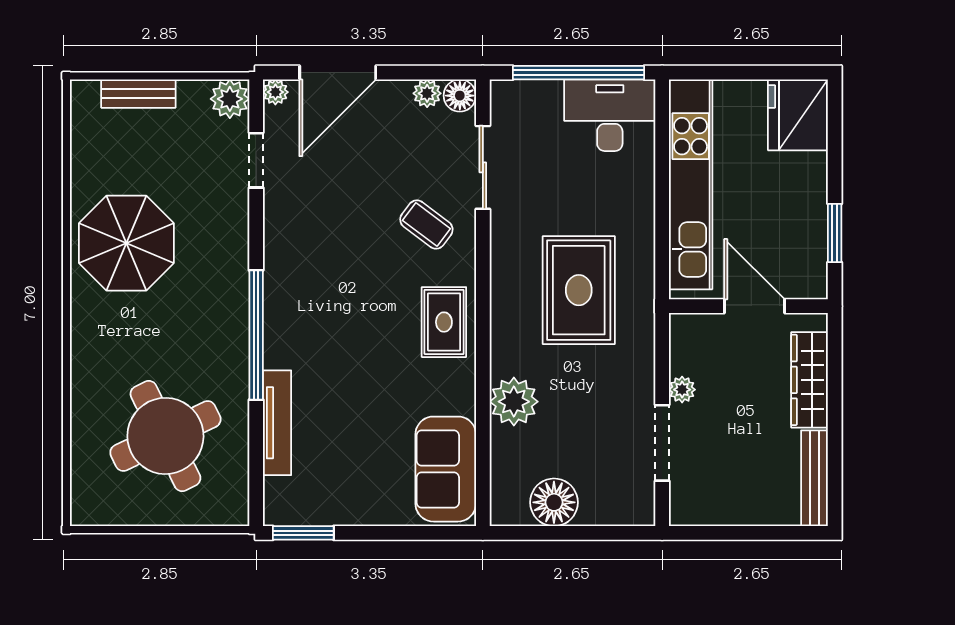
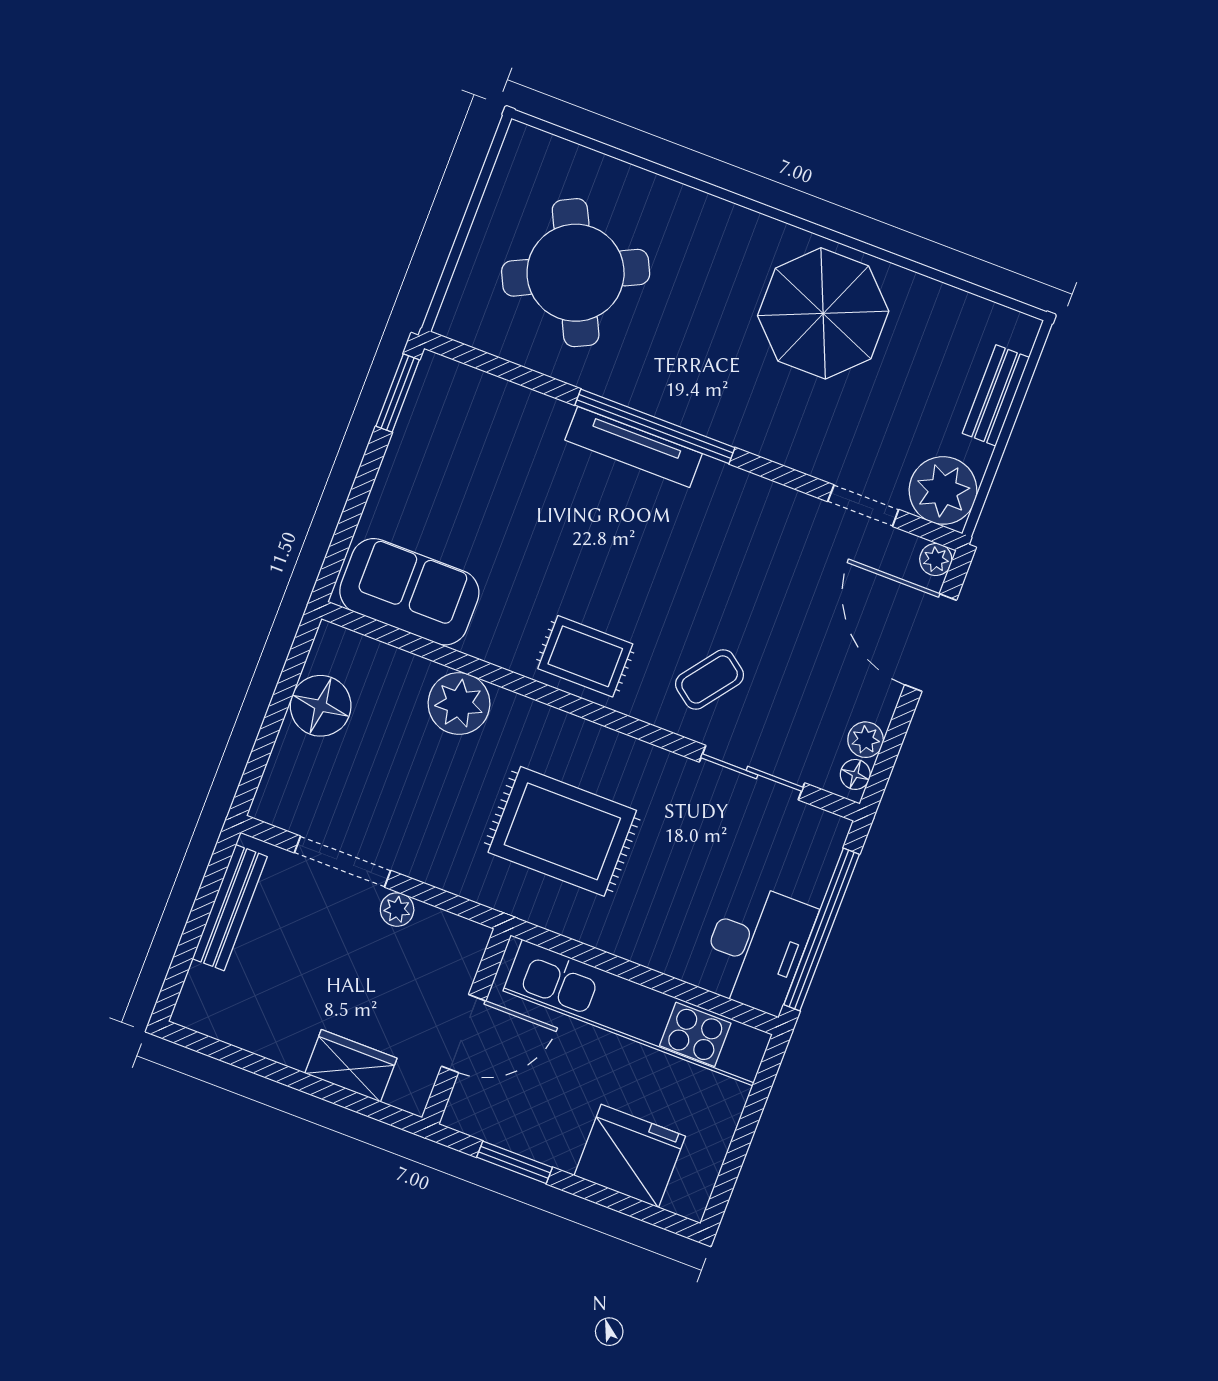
floor lamp: (460, 96) -> (855, 774), width x0.73, depth x0.73
plant: (230, 99) -> (943, 490), width x1.36, depth x1.36
fridge: (798, 115) -> (630, 1156), moved
wardrobe: (810, 380) -> (351, 1066), width x0.67
tv unit: (277, 423) -> (634, 447), moved
bench: (815, 478) -> (230, 908), moved, turned 90

